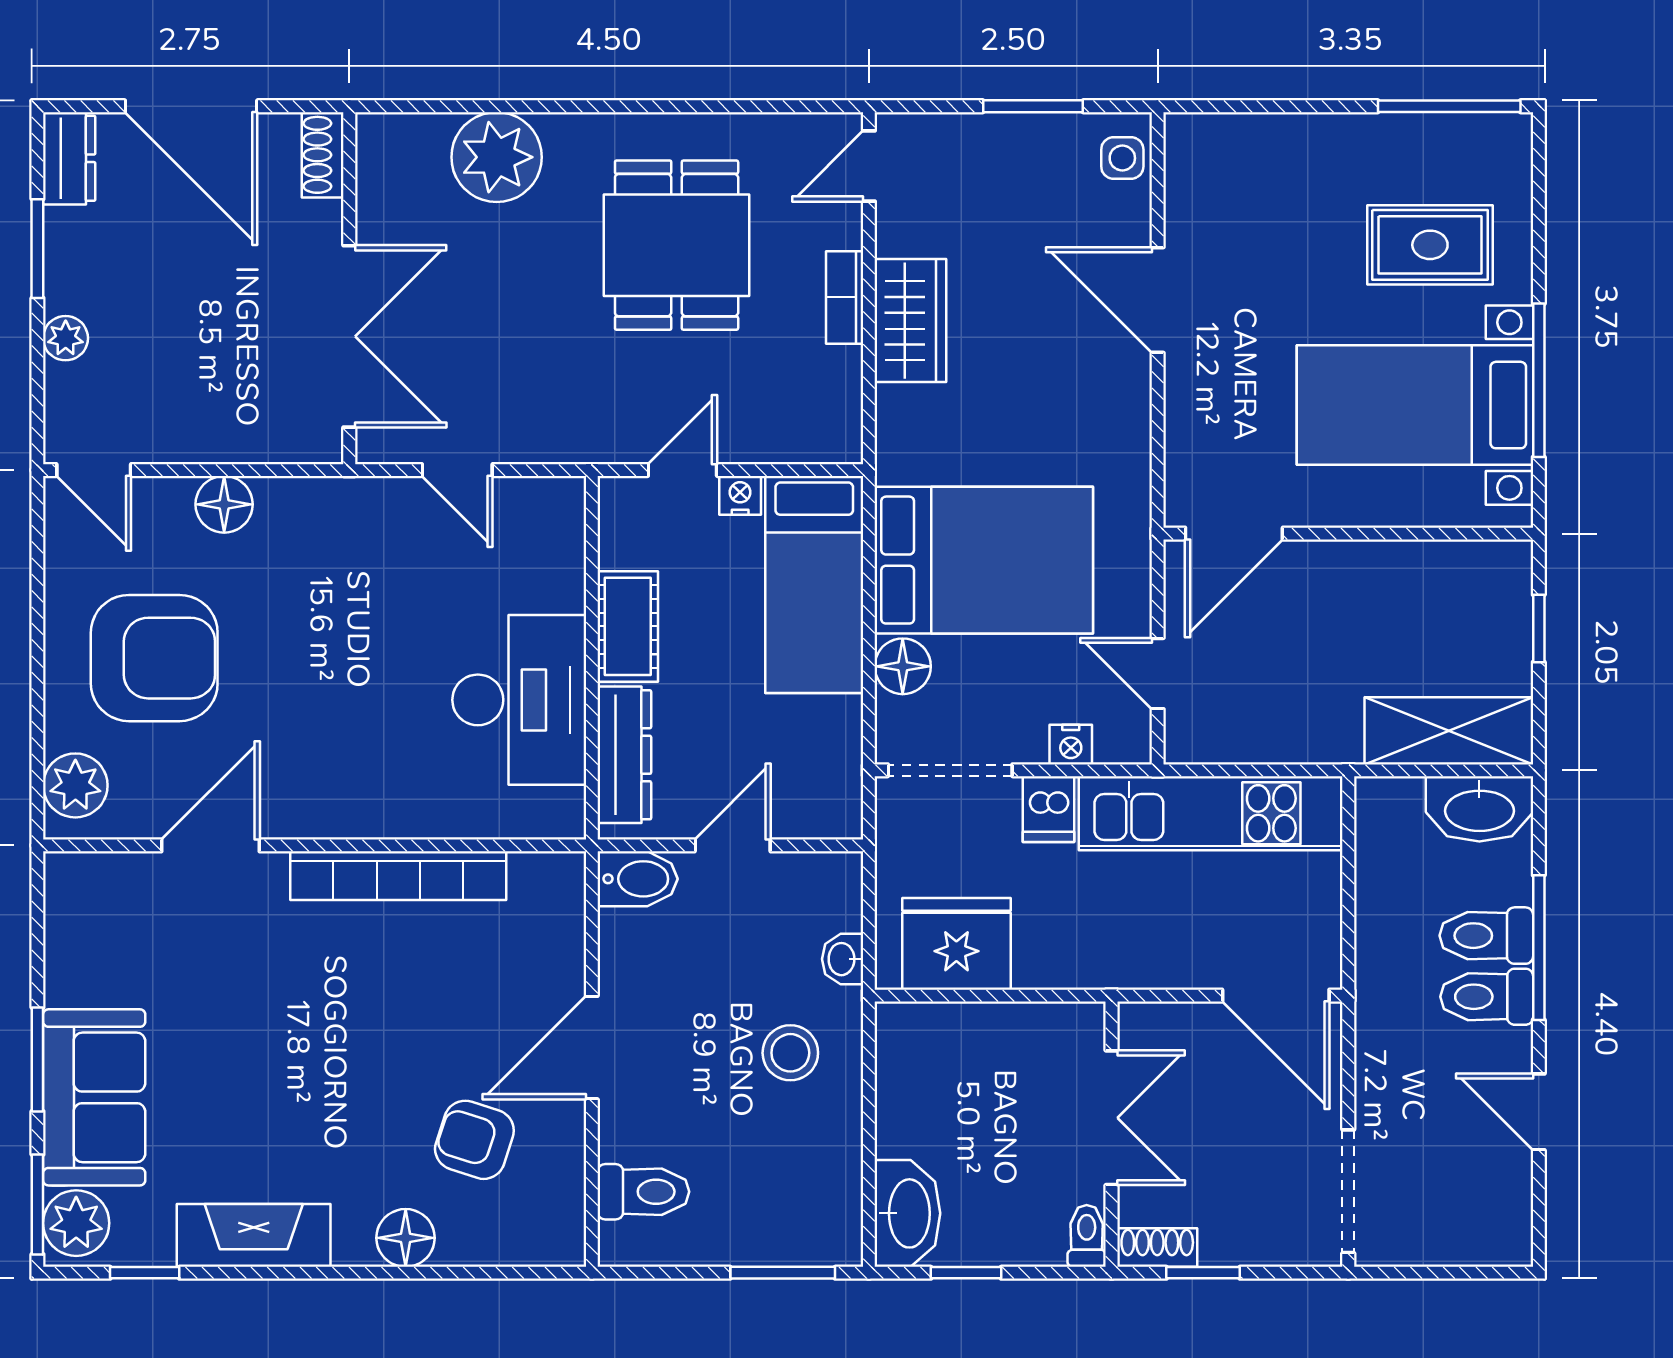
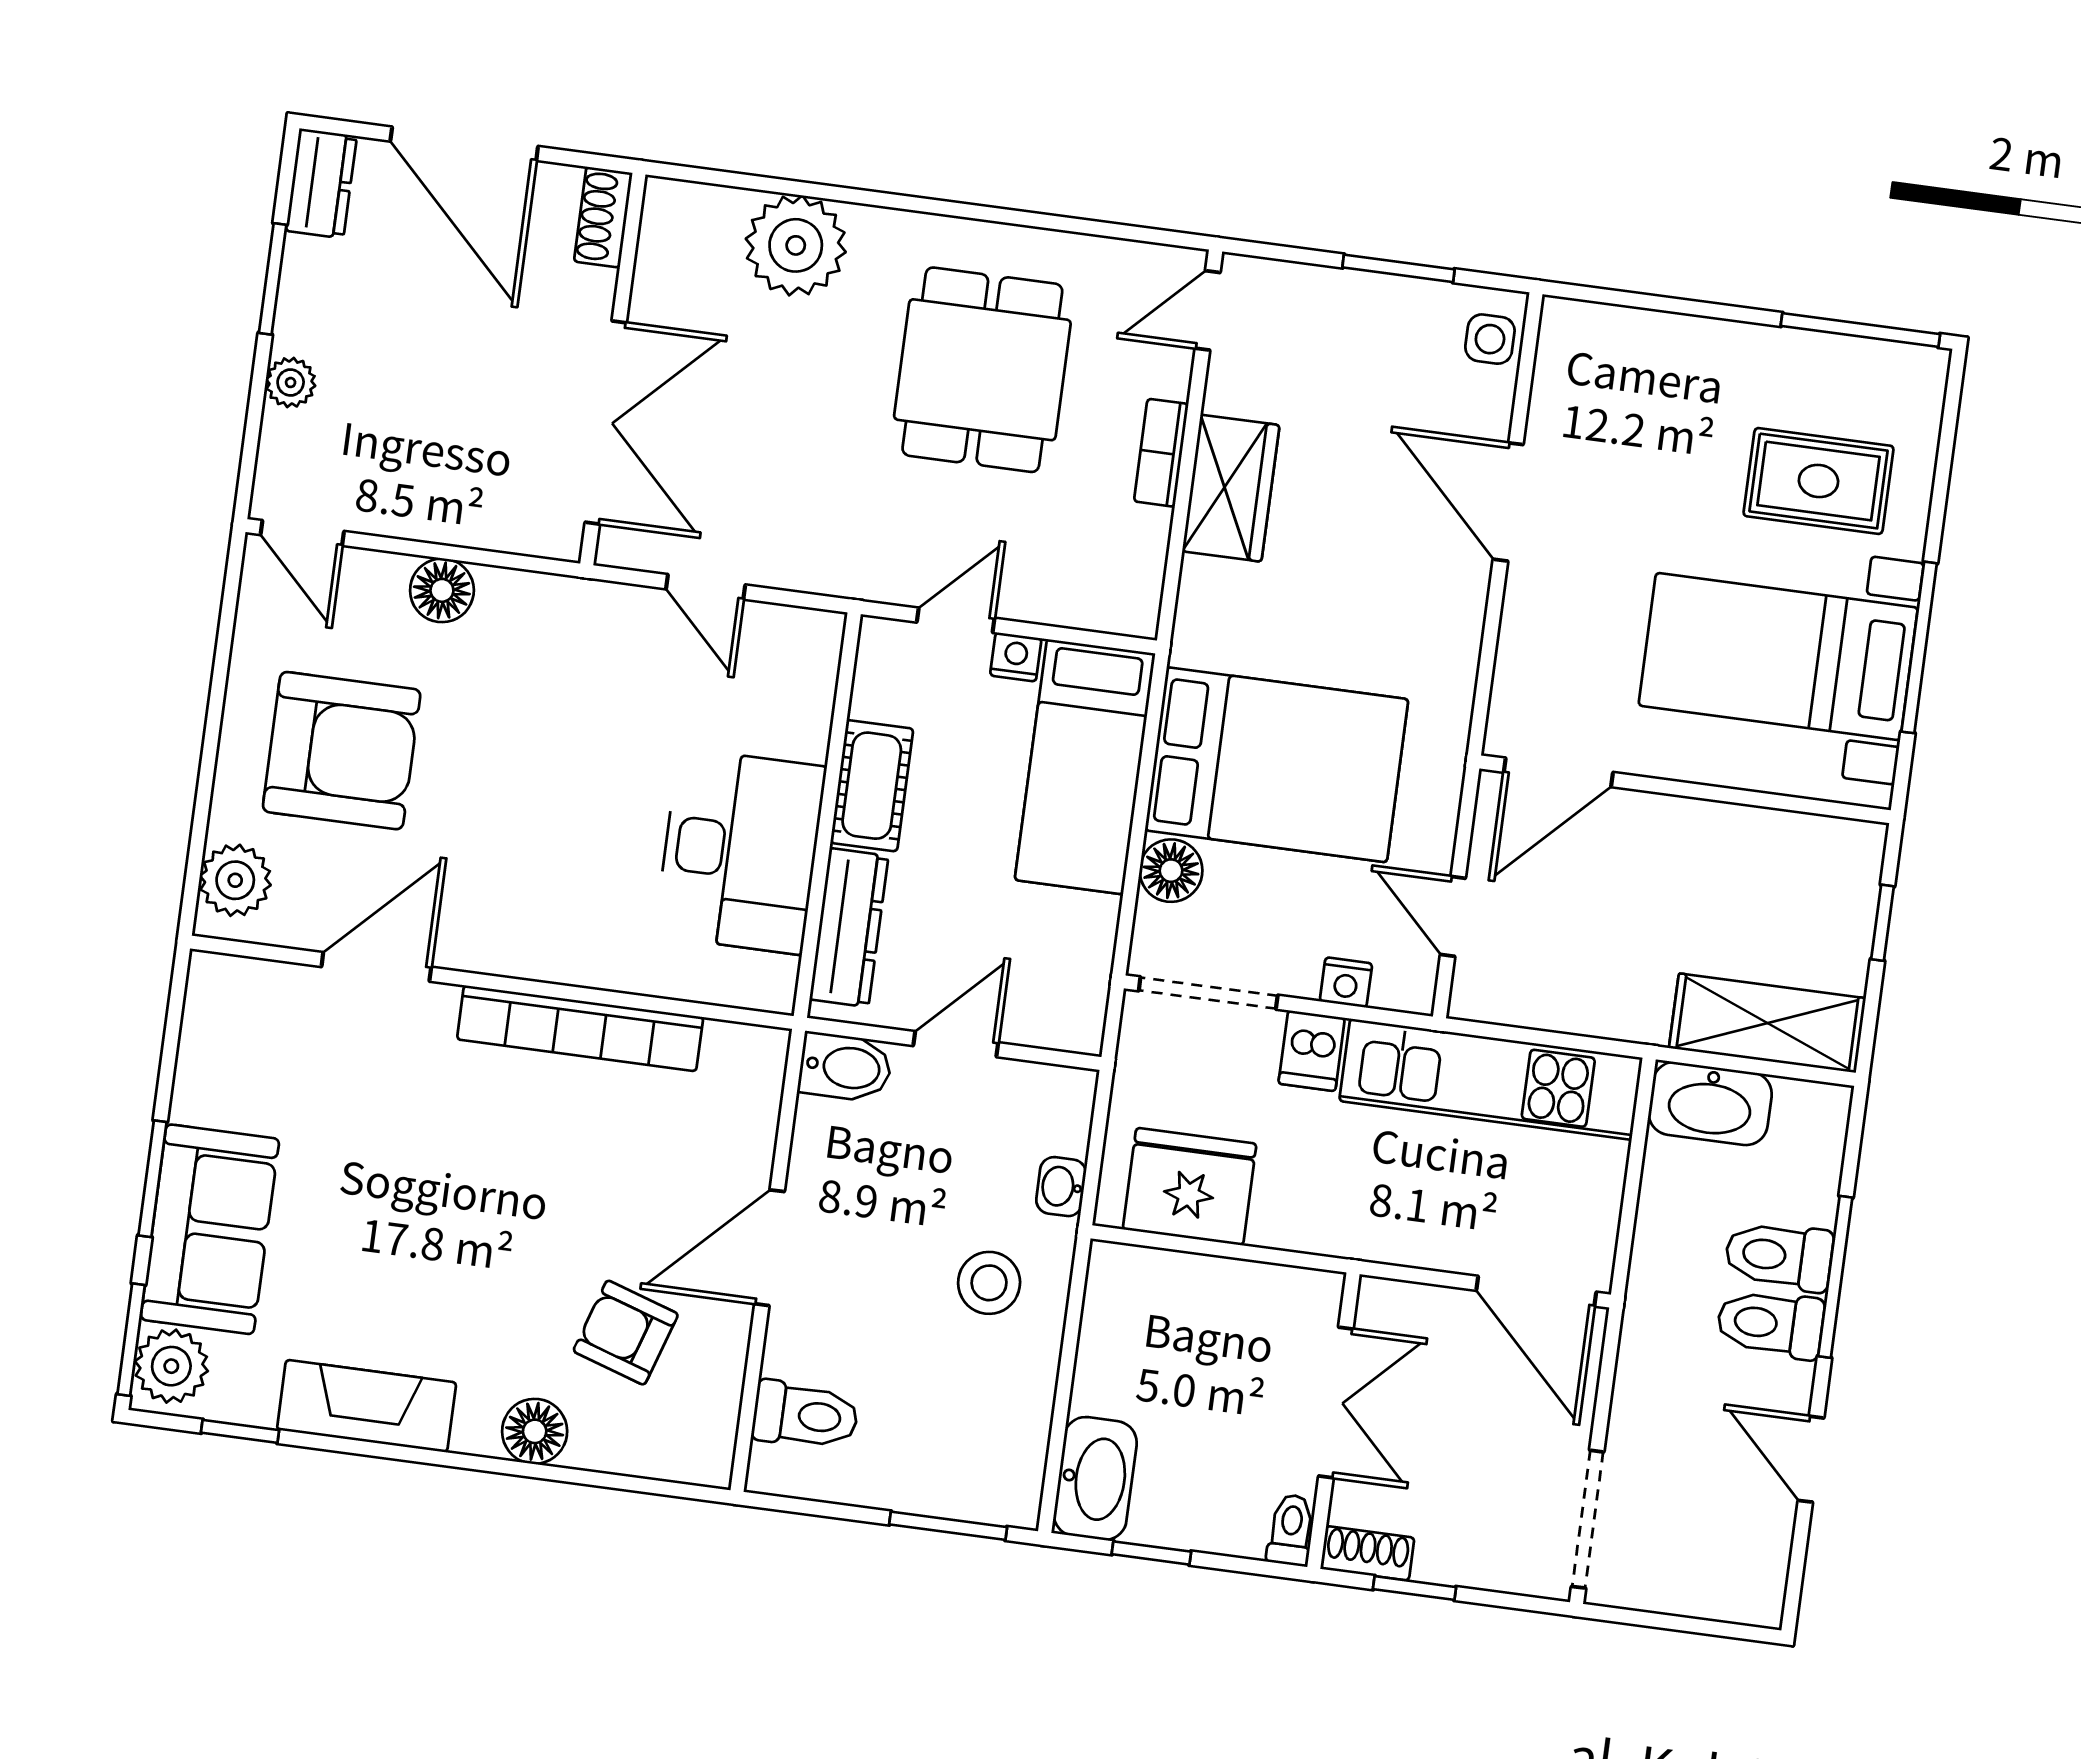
washbasin: (1479, 809) -> (1710, 1104), moved

